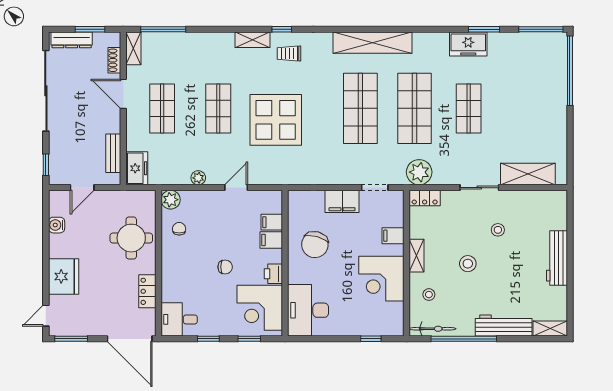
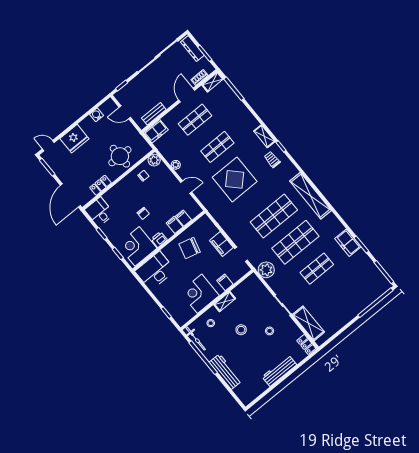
locker: (425, 198) -> (306, 344), moved
shelving: (550, 328) -> (242, 396), removed

